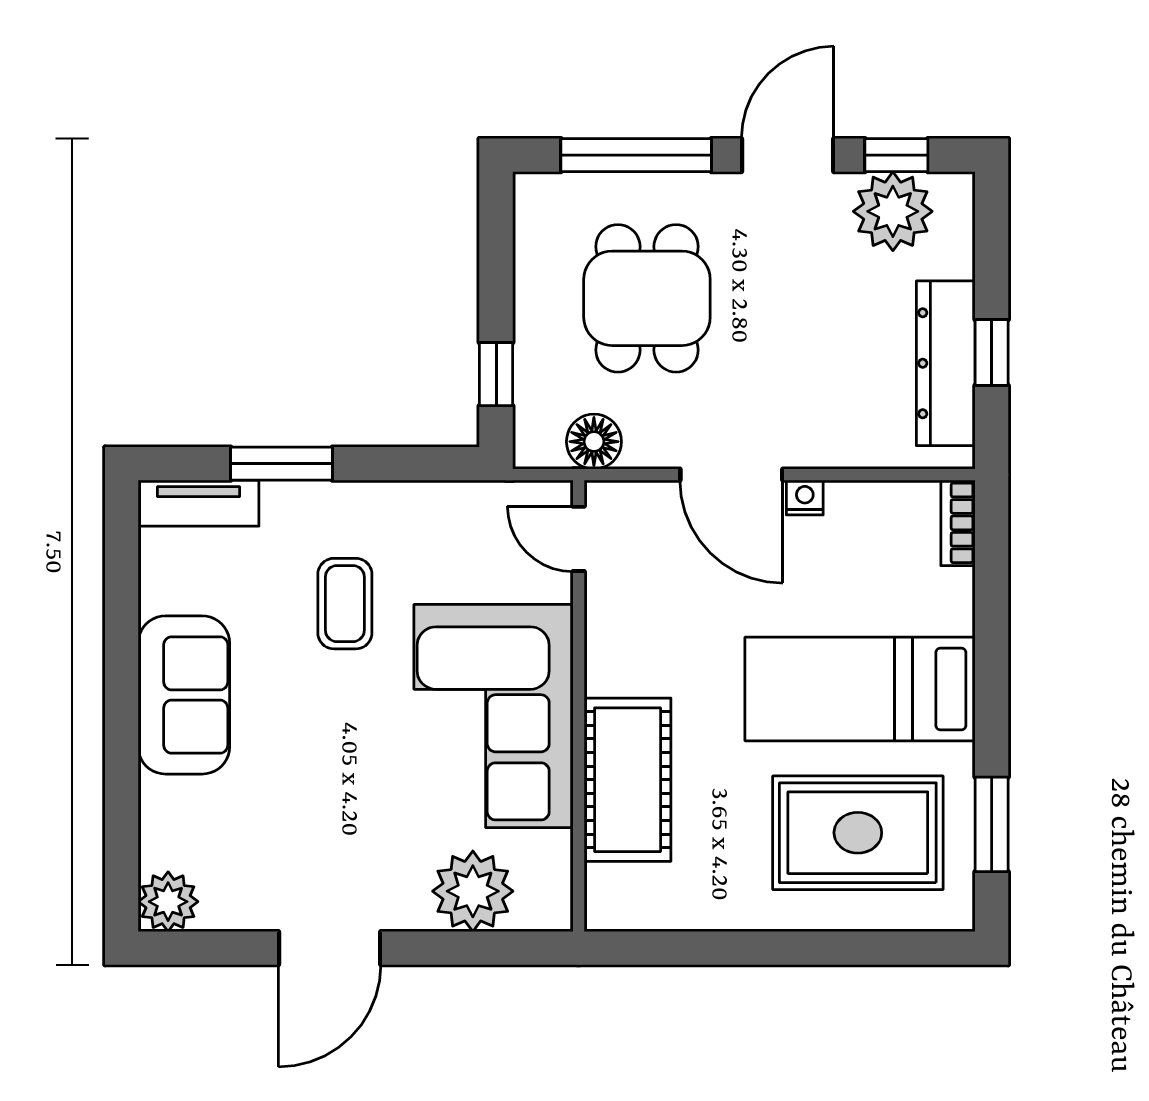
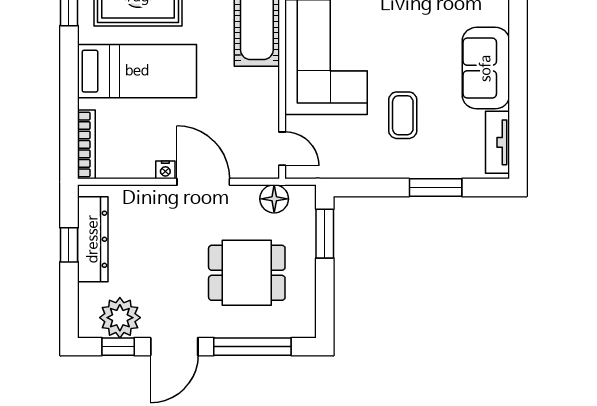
dining table: (647, 298) -> (247, 273), turned 90
window: (496, 374) -> (325, 234), width x1.50
tv unit: (199, 503) -> (498, 142), moved, turned -90
bookcase: (958, 523) -> (86, 144), width x1.56

